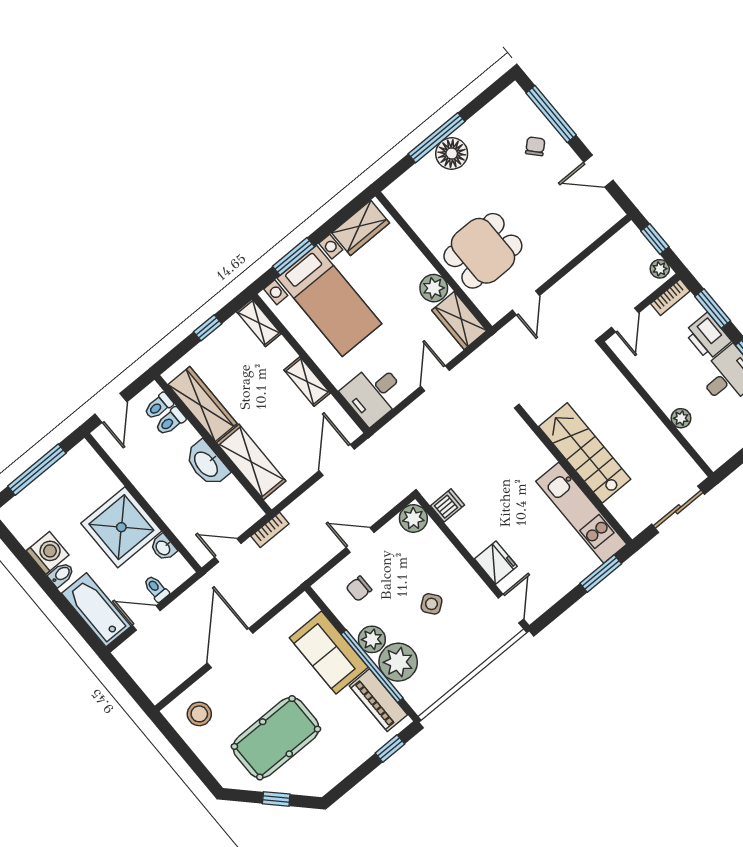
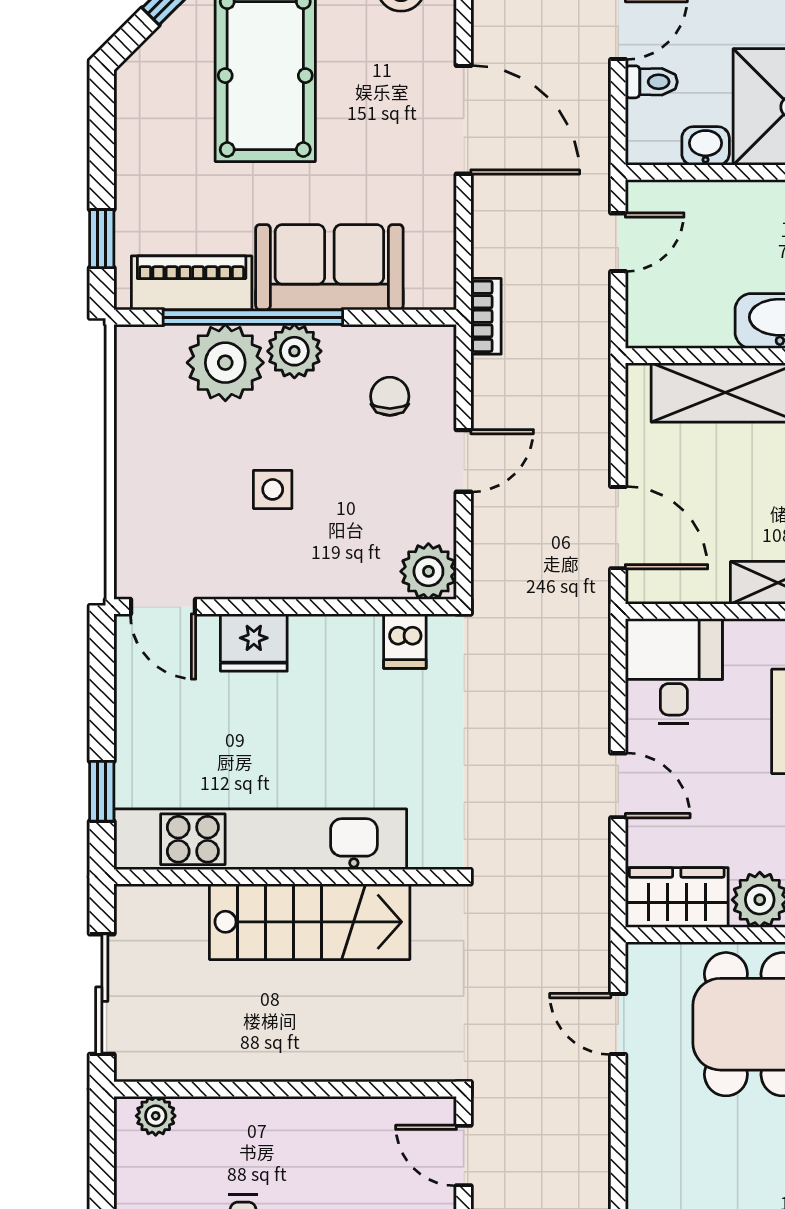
plant: (681, 418) -> (156, 1116), moved
kitchen unit: (581, 513) -> (260, 839), width x1.36
bookcase: (270, 530) -> (486, 316), moved, turned 180
window: (601, 573) -> (102, 791), width x0.67
side table: (431, 604) -> (273, 489), turned 38

